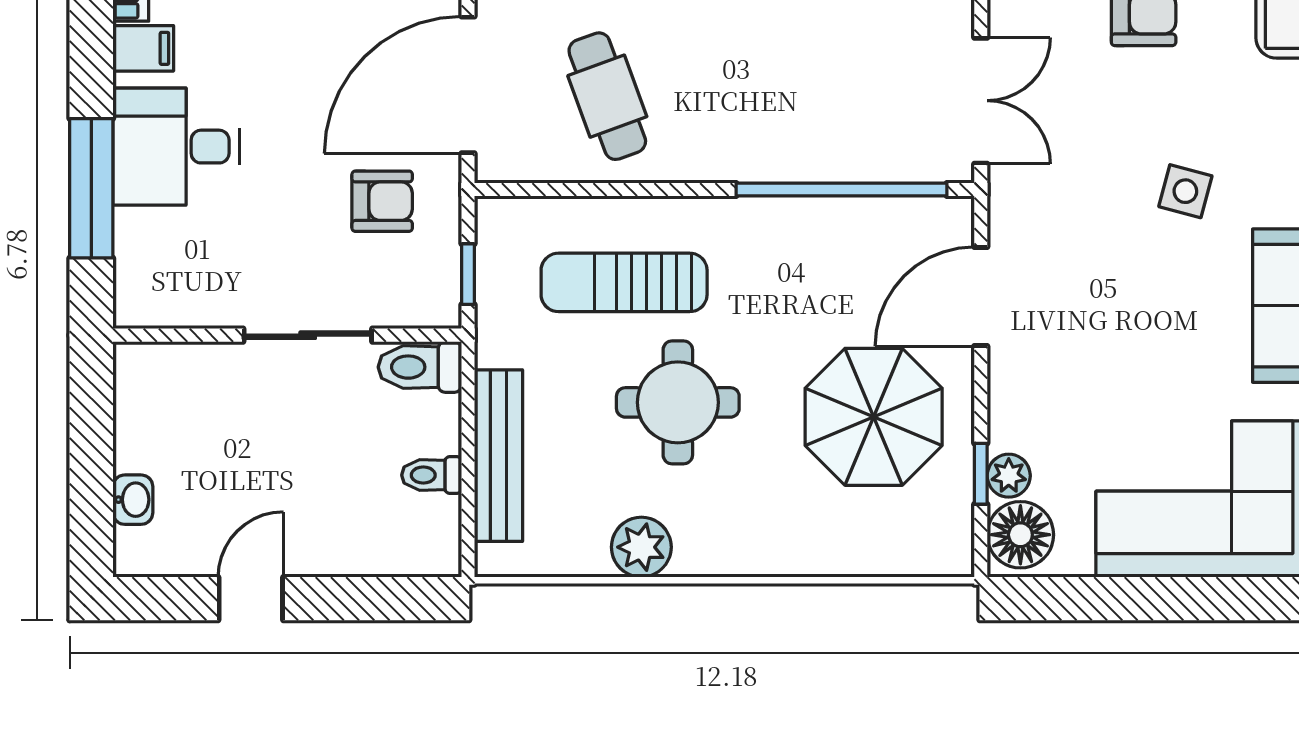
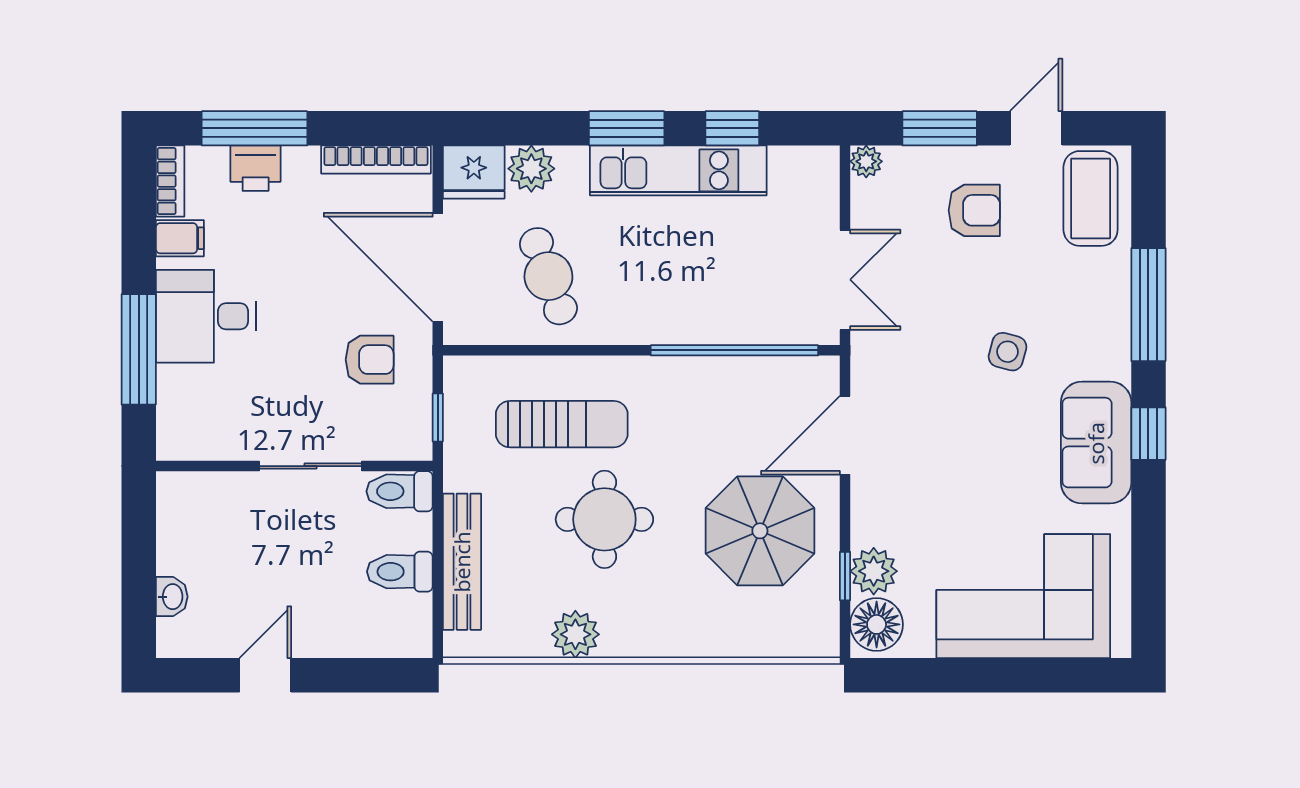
door: (468, 85) -> (438, 267), hinge flipped
sun lounger: (624, 282) -> (562, 424), turned 180
toilet: (432, 475) -> (400, 572), width x1.37, depth x1.39
plant: (1009, 476) -> (874, 571), width x1.38, depth x1.38

